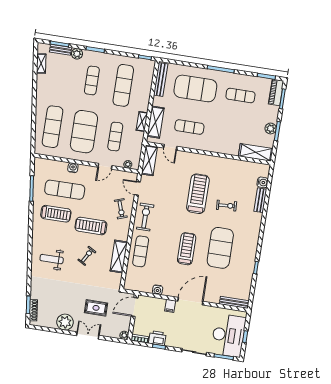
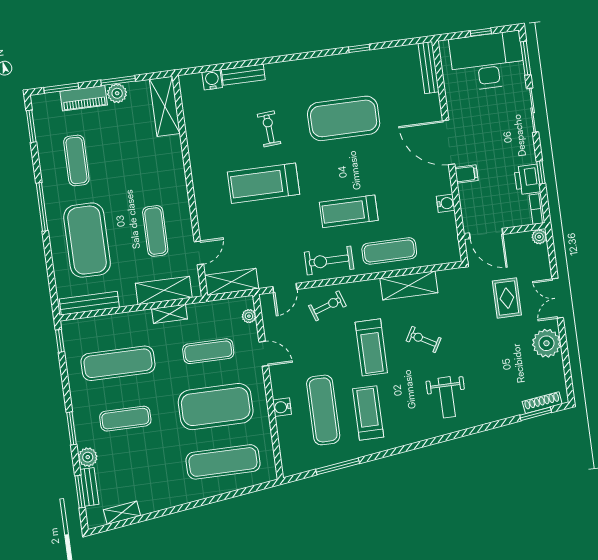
piano: (276, 92) -> (84, 98), moved
treadmill: (187, 249) -> (349, 211), moved

